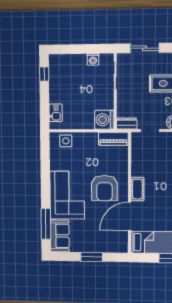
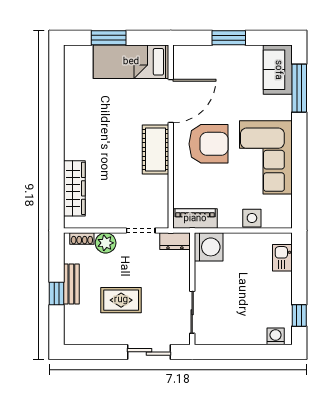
washing machine: (93, 59) -> (276, 336), moved
side table: (66, 141) -> (252, 218), moved
armchair: (104, 188) -> (209, 144), turned 90
cot: (137, 189) -> (155, 149), width x1.37, depth x1.34
corner sofa: (67, 195) -> (266, 157), moved

